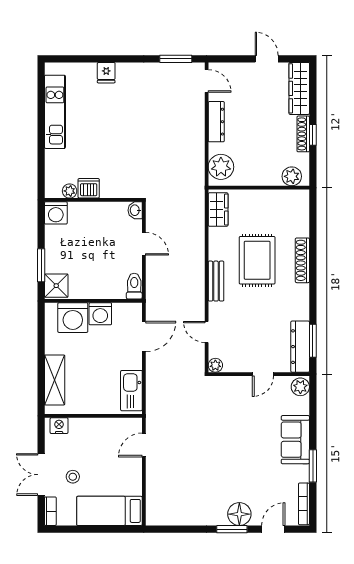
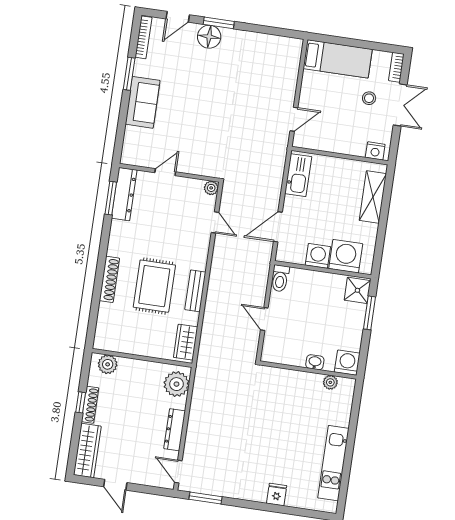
dishwasher: (89, 188) -> (311, 382), removed
washbasin: (135, 210) -> (315, 362), moved, turned -90
bench: (216, 281) -> (195, 291), moved
plant: (300, 387) -> (130, 154), removed

